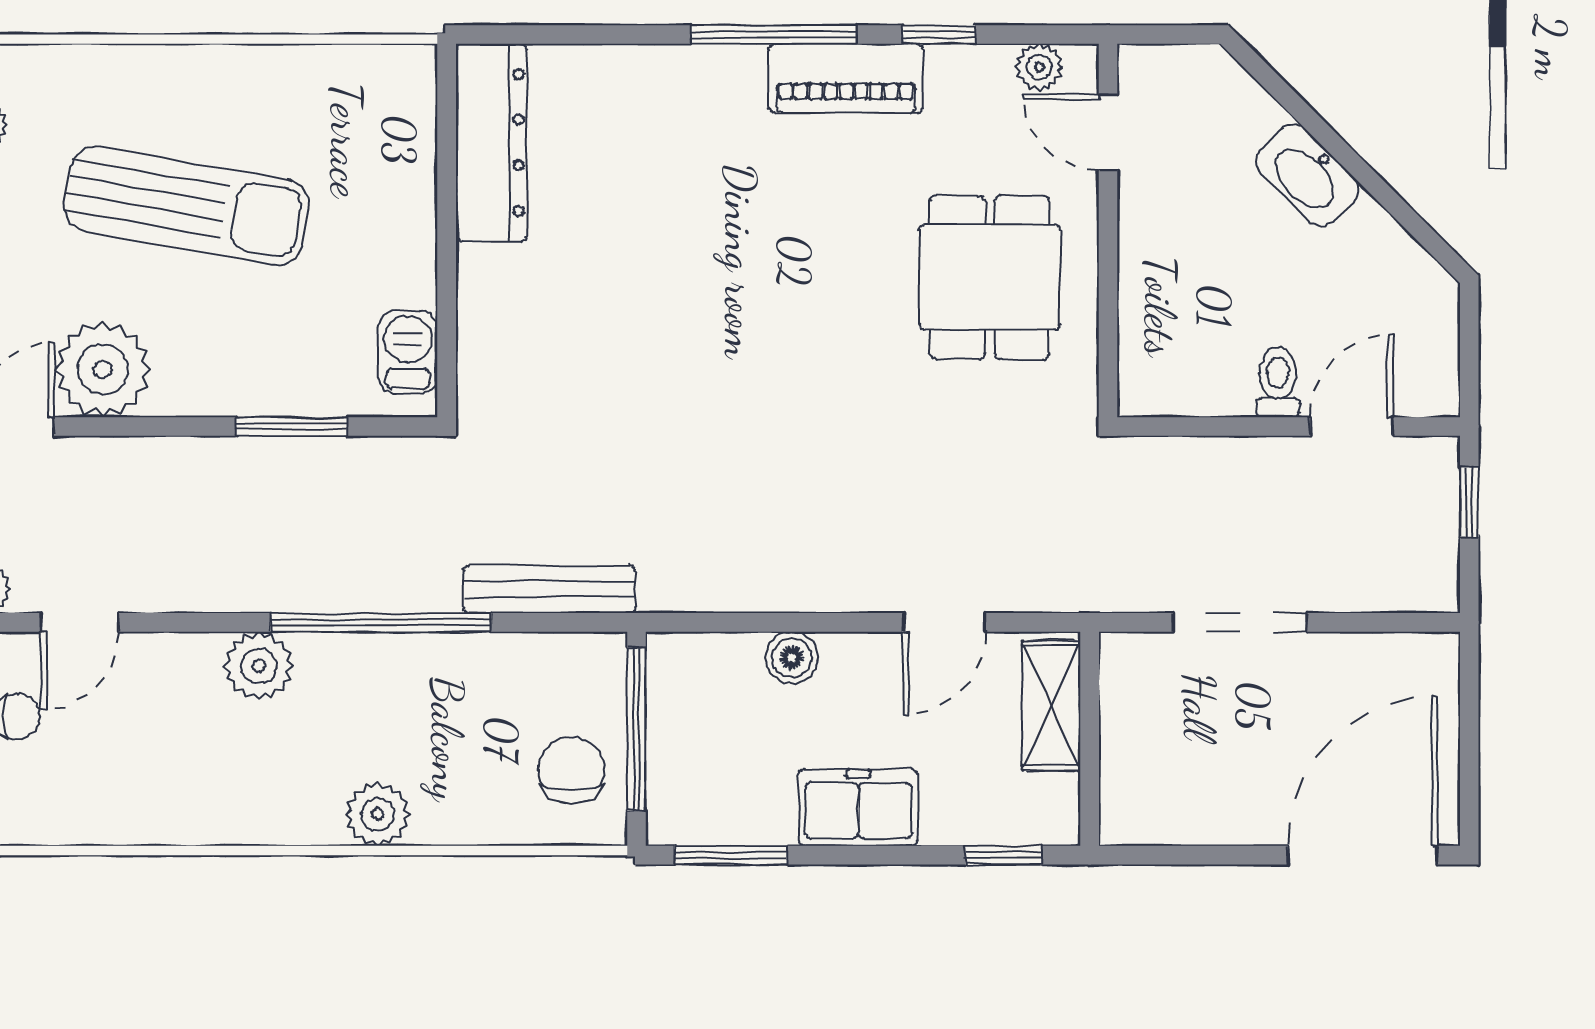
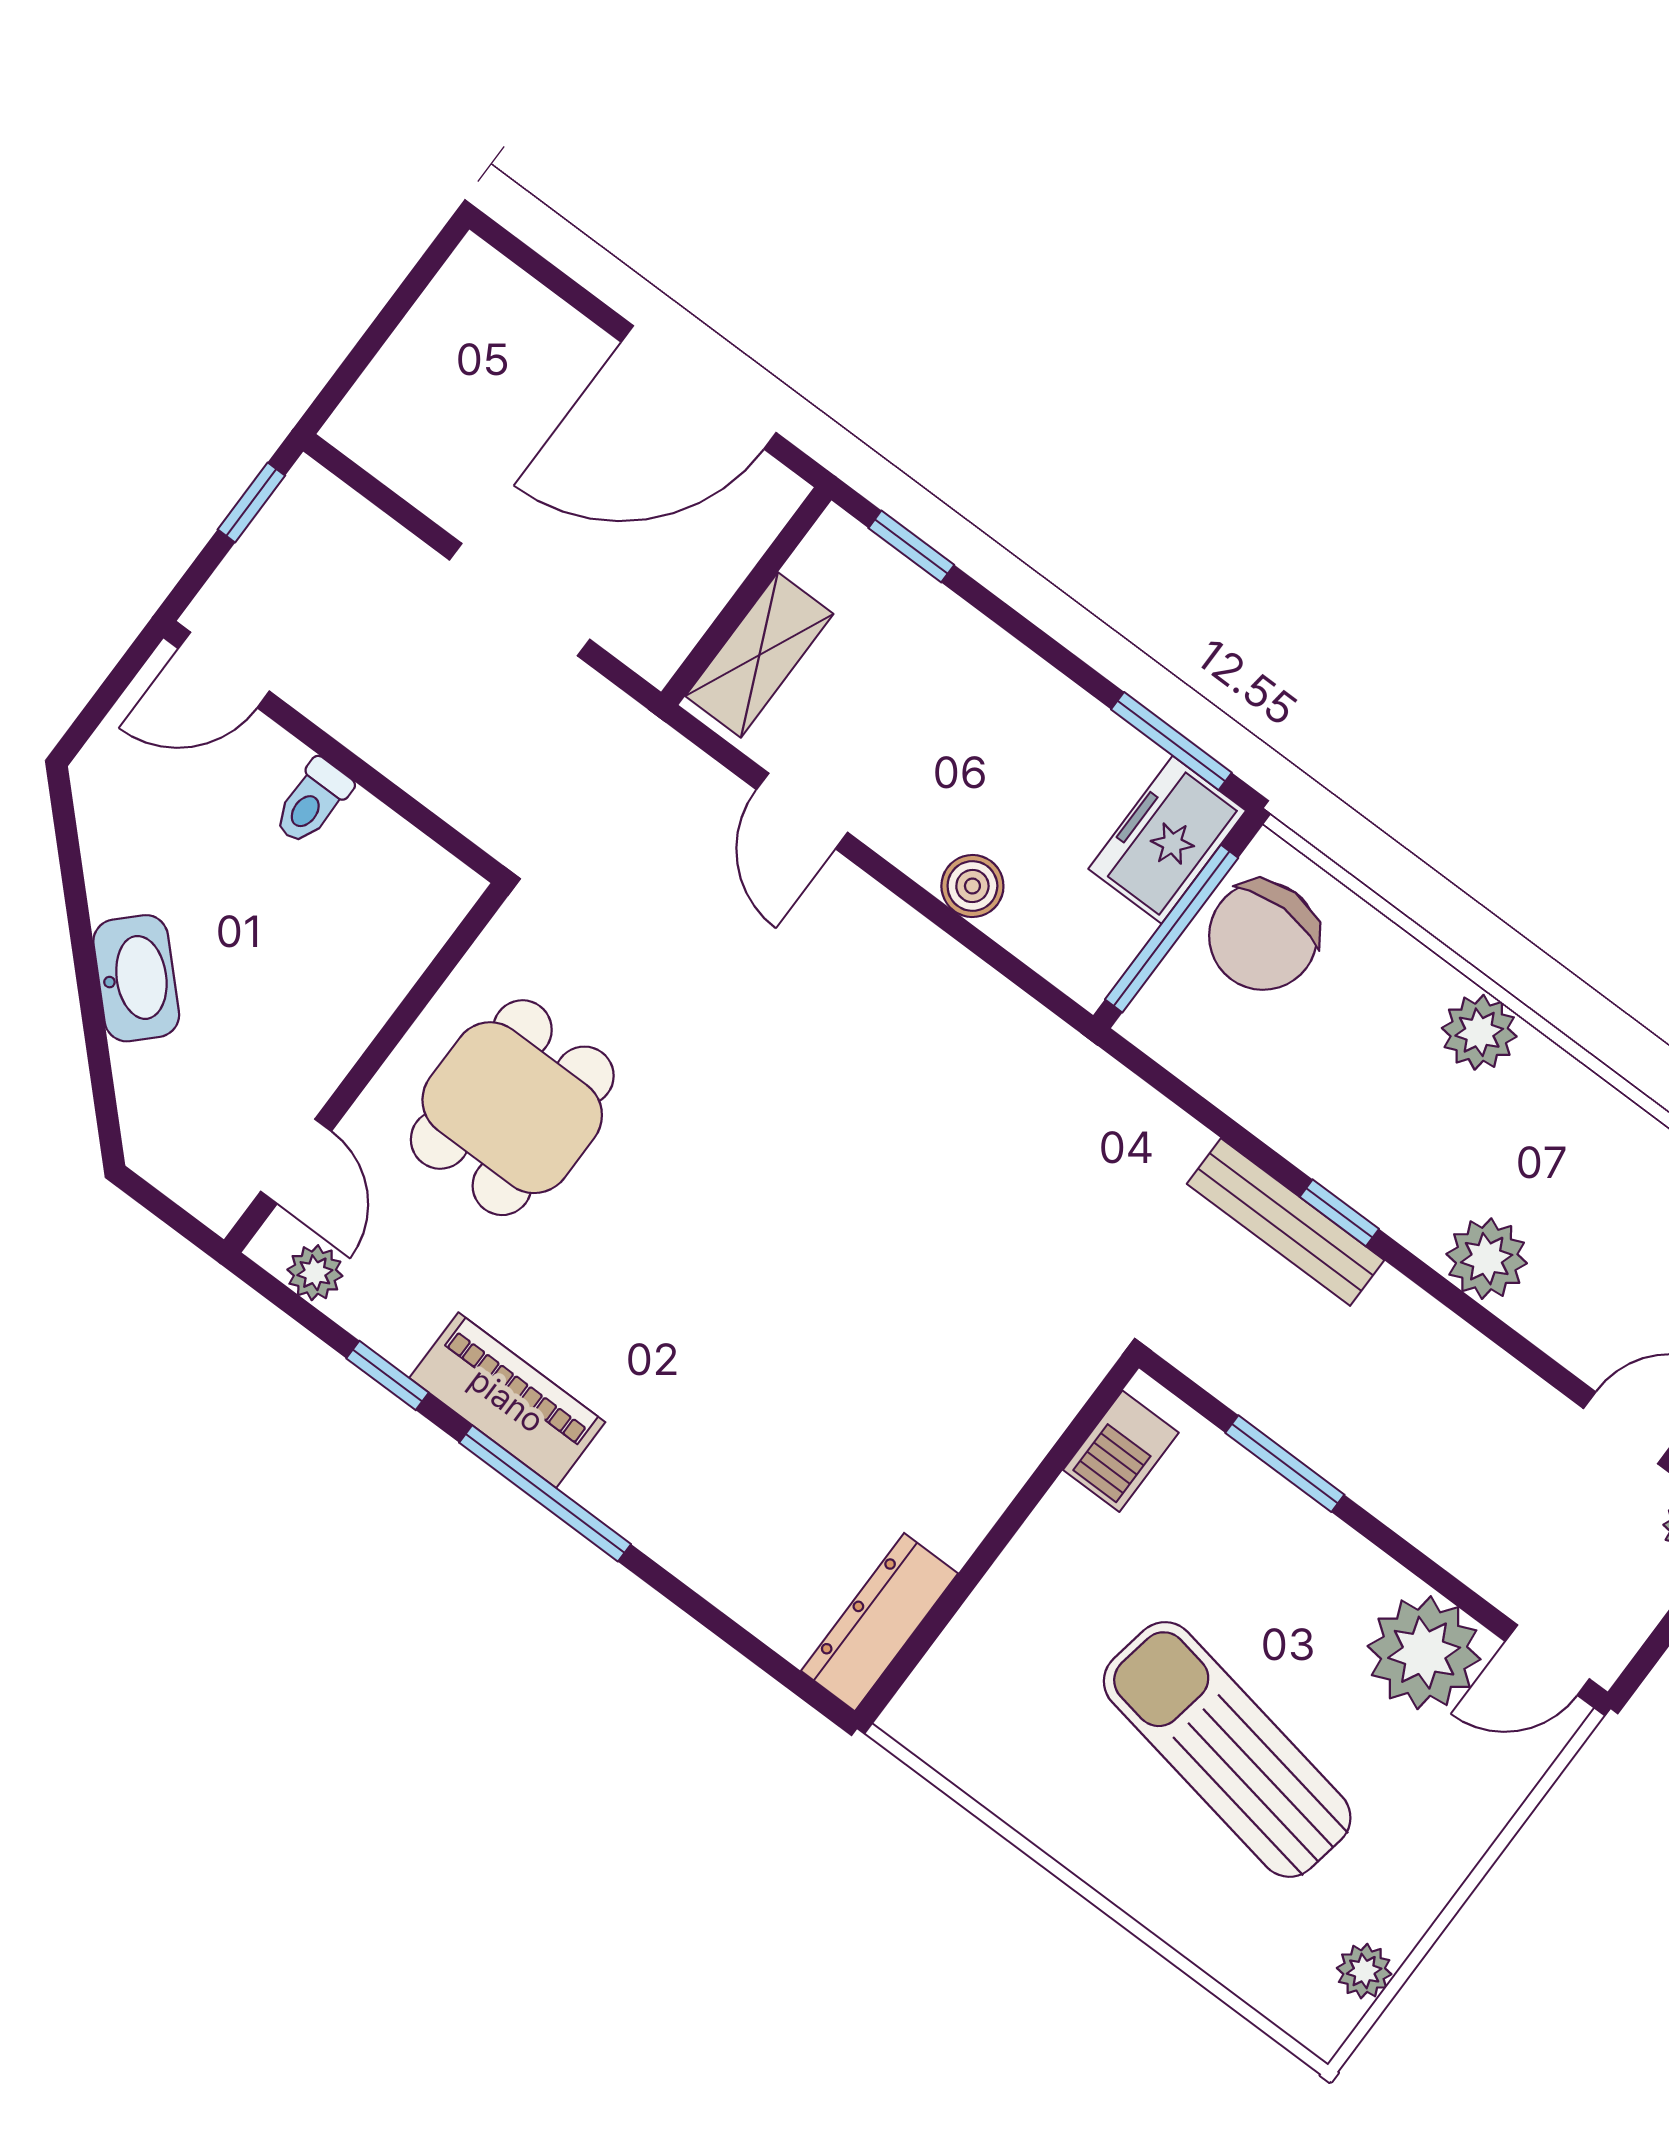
dresser: (491, 143) -> (879, 1622), width x0.73, depth x0.80
door: (1351, 426) -> (224, 670), moved
window: (1469, 502) -> (251, 502), moved
bench: (549, 589) -> (1286, 1222), moved
window: (381, 622) -> (1339, 1213), width x0.32
door: (944, 622) -> (802, 811), swing flipped
chair: (571, 770) -> (1263, 936), width x1.37, depth x1.37
freezer: (858, 807) -> (1167, 840), moved, turned 90
door: (1363, 855) -> (699, 387), moved

